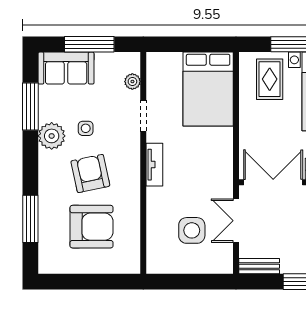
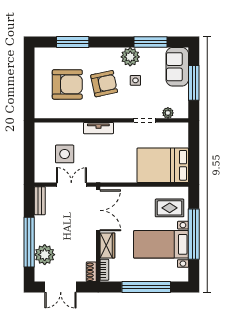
tv unit: (154, 165) -> (98, 128), moved
armchair: (91, 227) -> (67, 84), turned -90

